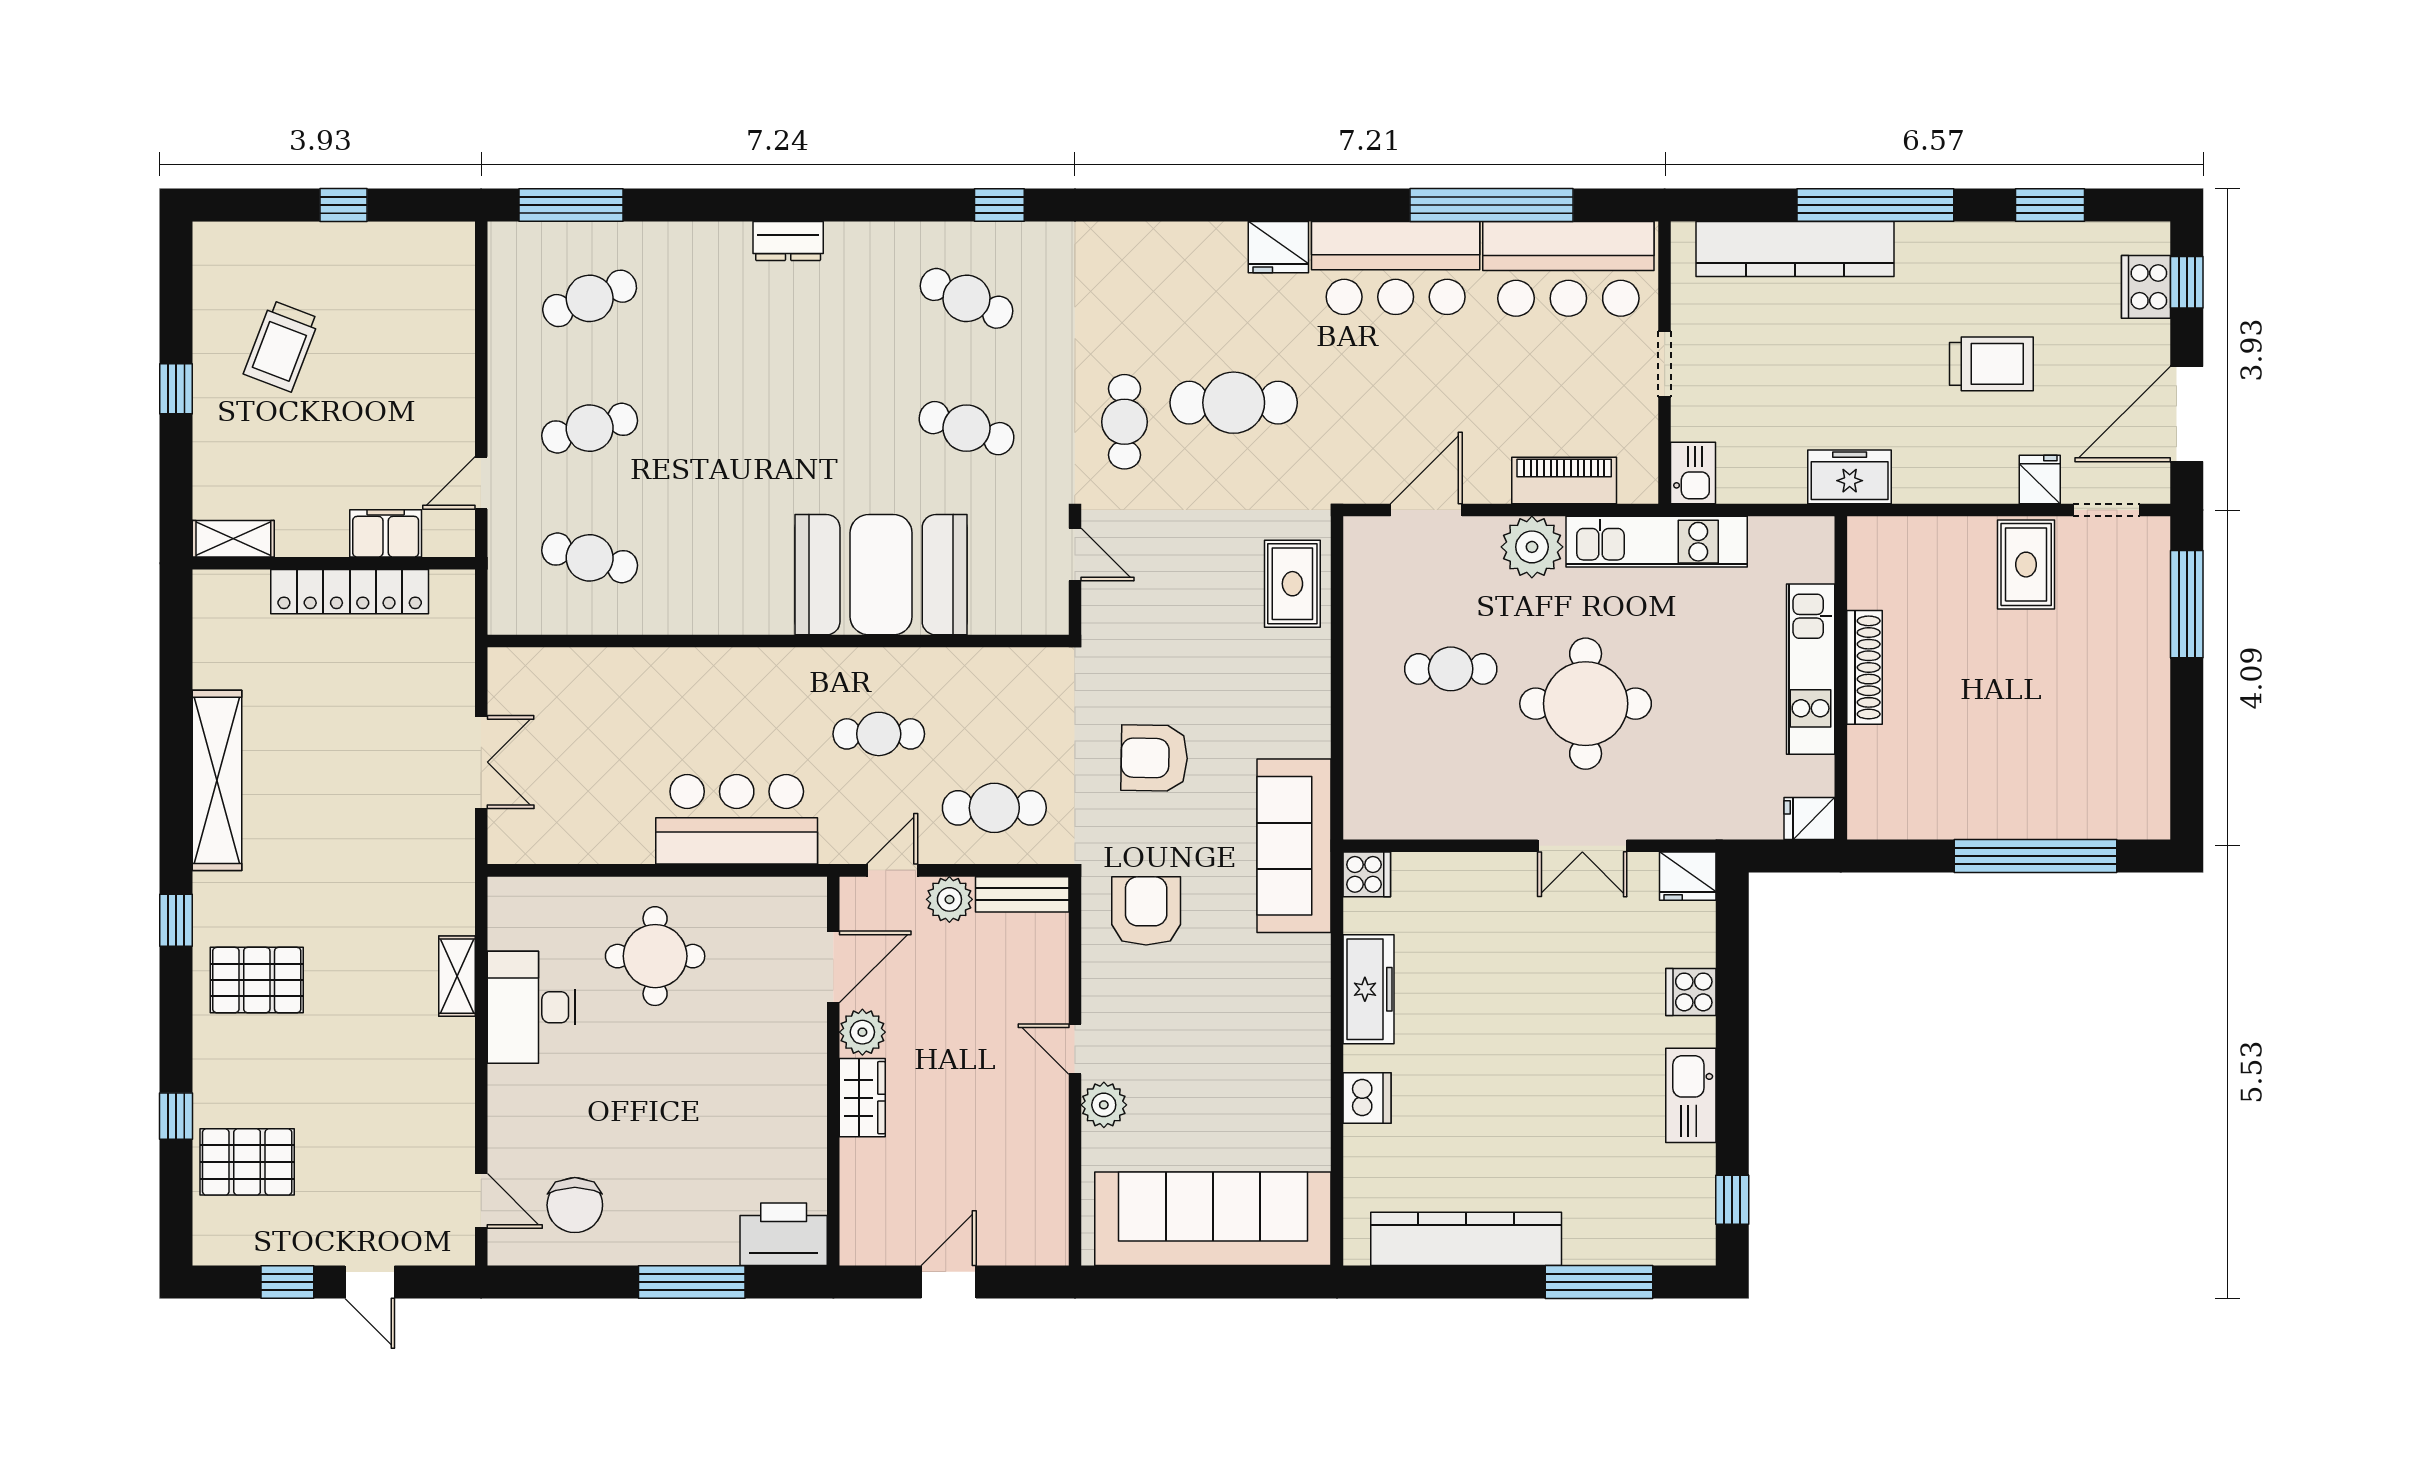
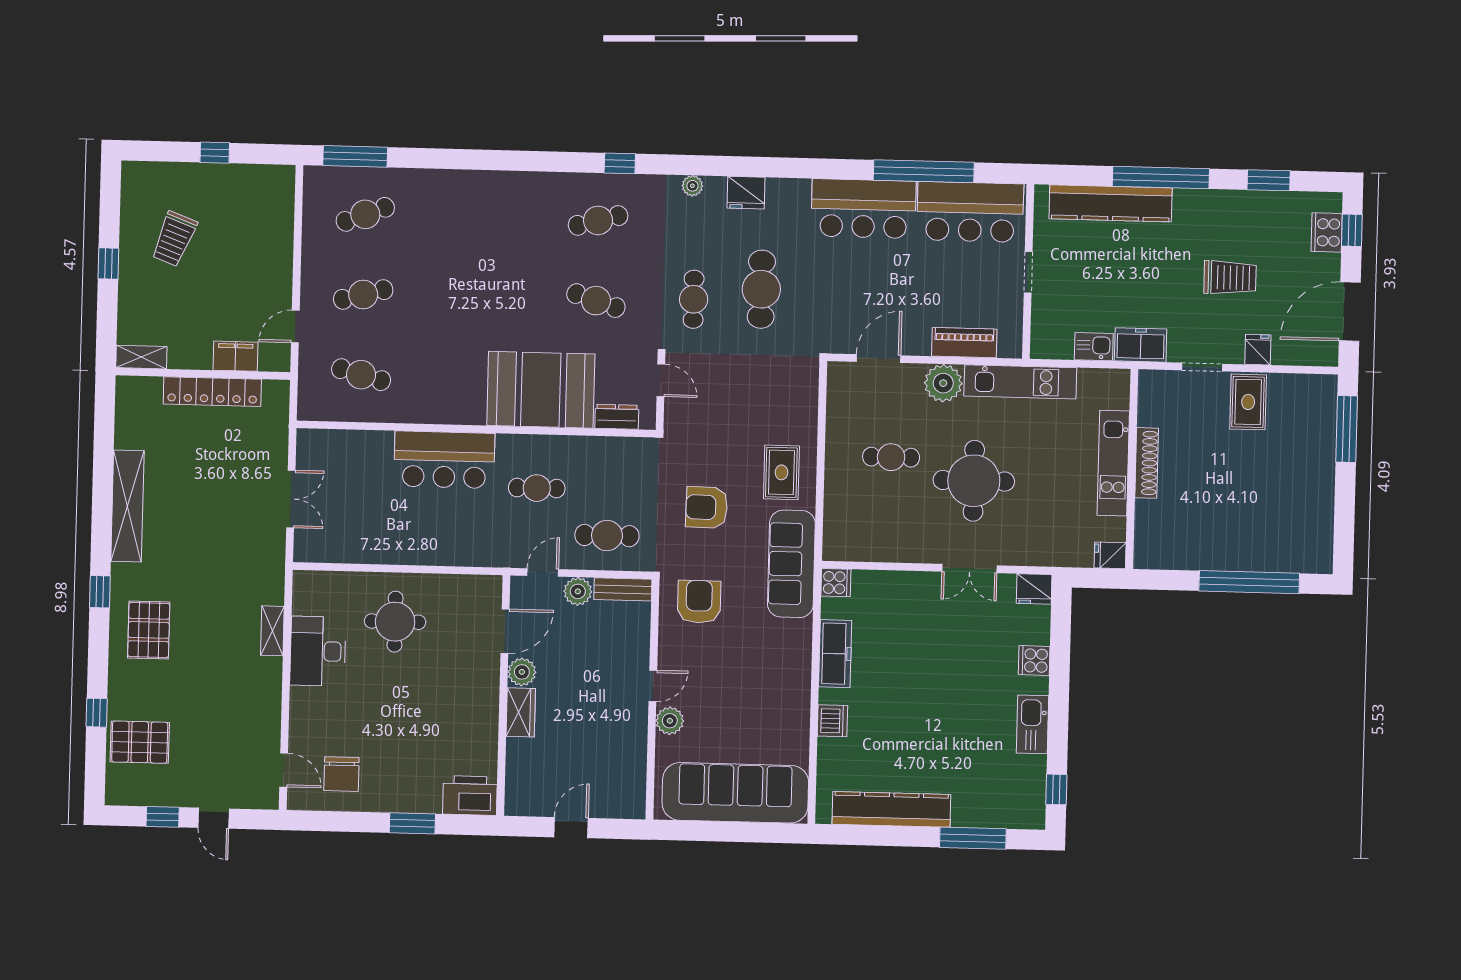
plant: (1118, 238) -> (692, 186), added
dresser: (788, 241) -> (617, 417), moved, turned 180
fridge: (1278, 247) -> (746, 193), moved
cafe table: (966, 298) -> (598, 220), turned -39
cafe table: (1234, 403) -> (761, 289), turned 90
kitchen sink: (1693, 473) -> (1094, 347), moved, turned -90
doorway: (2106, 510) -> (1202, 367), moved
rug: (1292, 584) -> (781, 472), moved
bar counter: (737, 819) -> (444, 460), moved, turned 180
pallet: (257, 980) -> (149, 630), turned 90
door: (1075, 1049) -> (653, 686), swing flipped
window: (692, 1282) -> (412, 823), width x0.69

